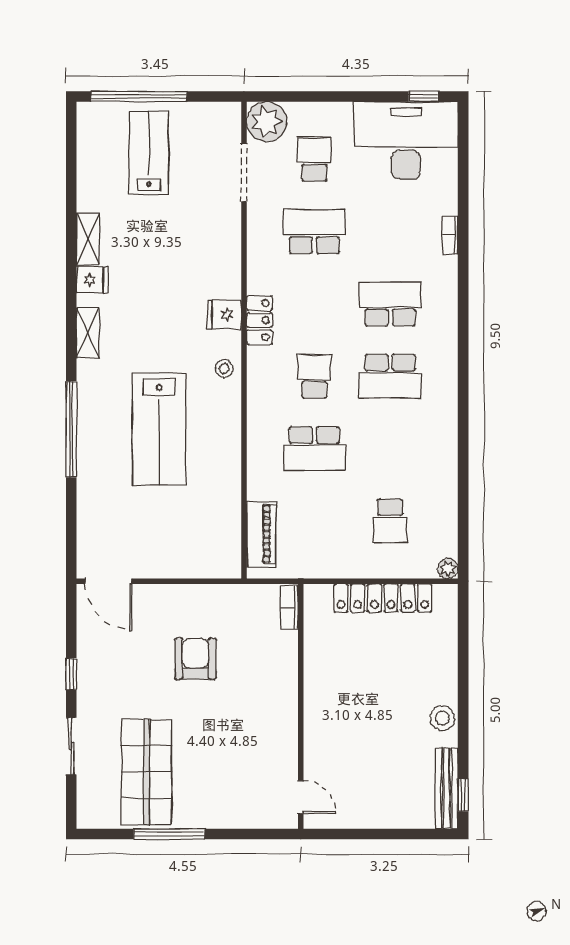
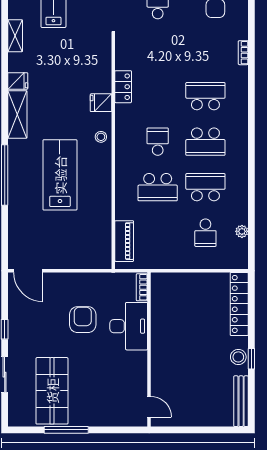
school desk: (314, 232) -> (205, 187), moved
shelving: (88, 239) -> (15, 36), moved
locker: (259, 320) -> (123, 87), moved
shelving: (88, 333) -> (17, 114), width x1.50, depth x1.33
lab bench: (159, 429) -> (60, 175), turned 180
plant: (448, 569) -> (242, 231), moved
locker: (383, 598) -> (239, 304), moved, turned 90
desk: (268, 669) -> (129, 326), added
window: (463, 795) -> (251, 359), moved

